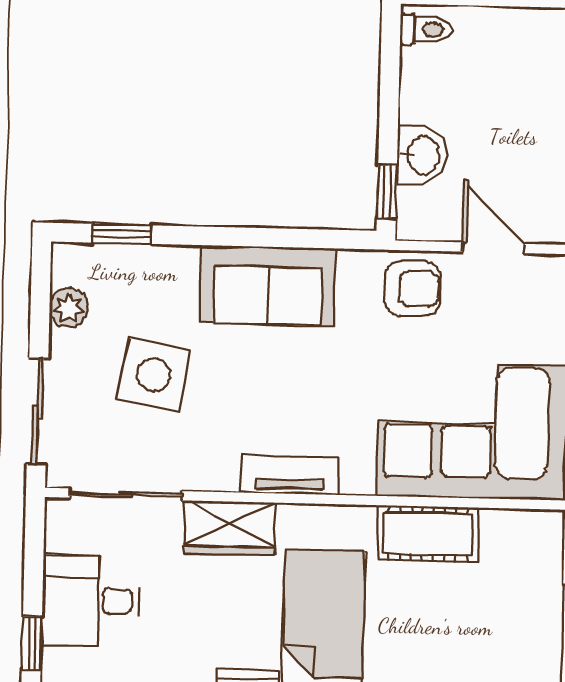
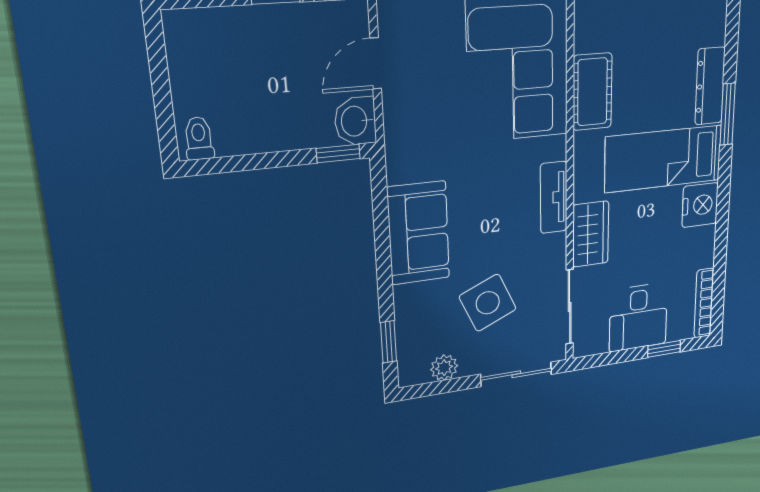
washbasin: (422, 155) -> (355, 121), moved, turned -90
armchair: (412, 289) -> (413, 124), removed
side table: (154, 375) -> (488, 303), turned -35

